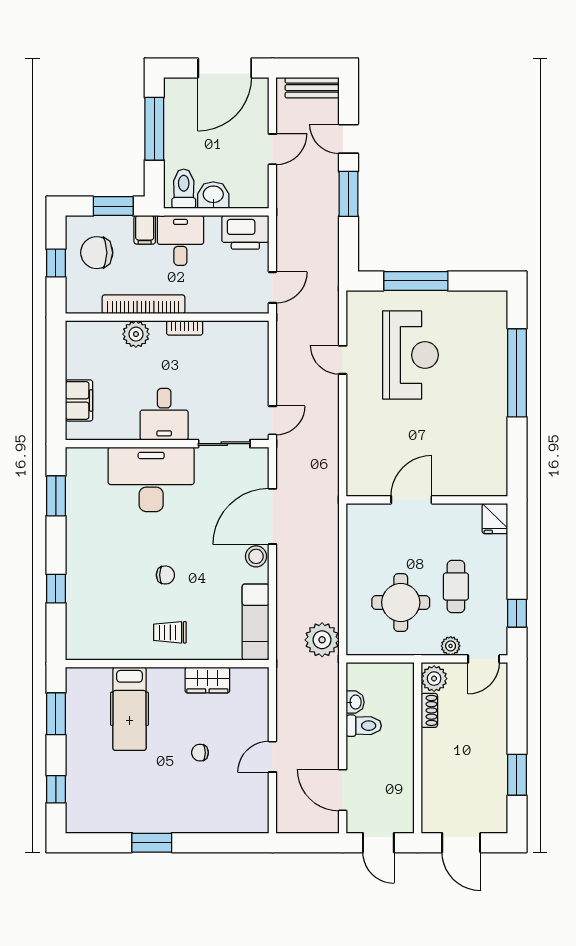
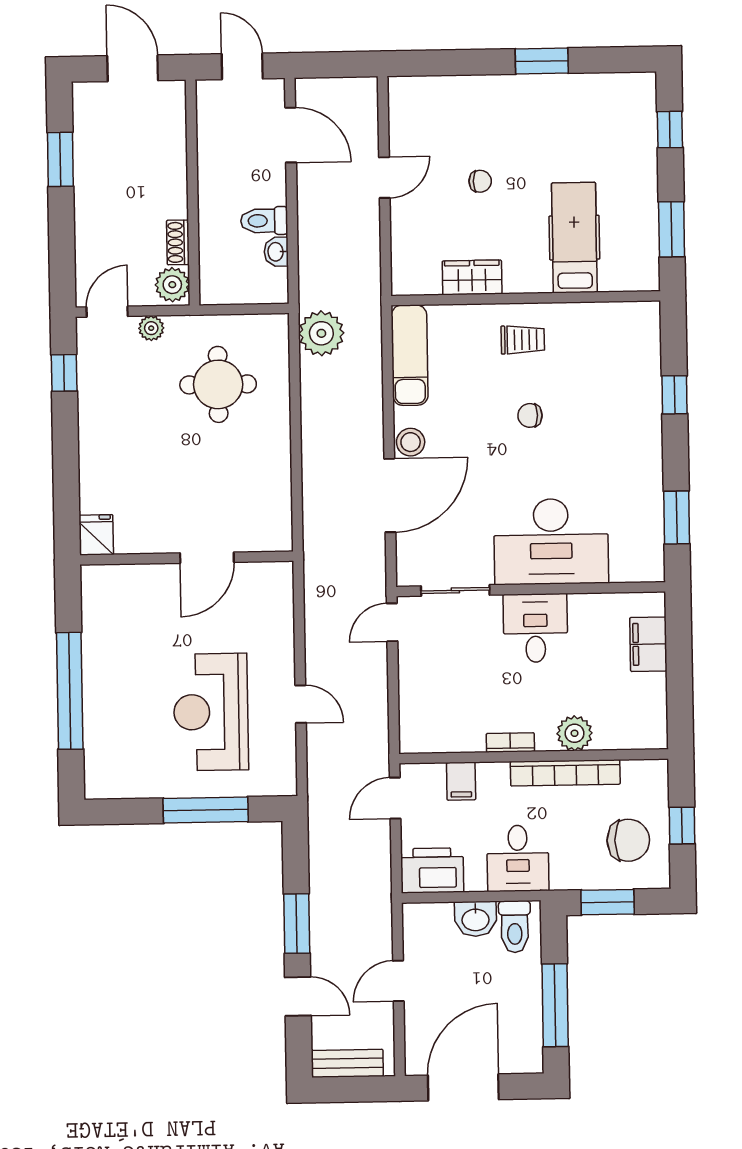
filing cabinet: (145, 230) -> (461, 781), moved, turned 180
door: (411, 500) -> (207, 558), moved
wall: (427, 500) -> (187, 558), moved
fridge: (495, 519) -> (96, 535), moved
cafe table: (456, 587) -> (145, 407), removed

